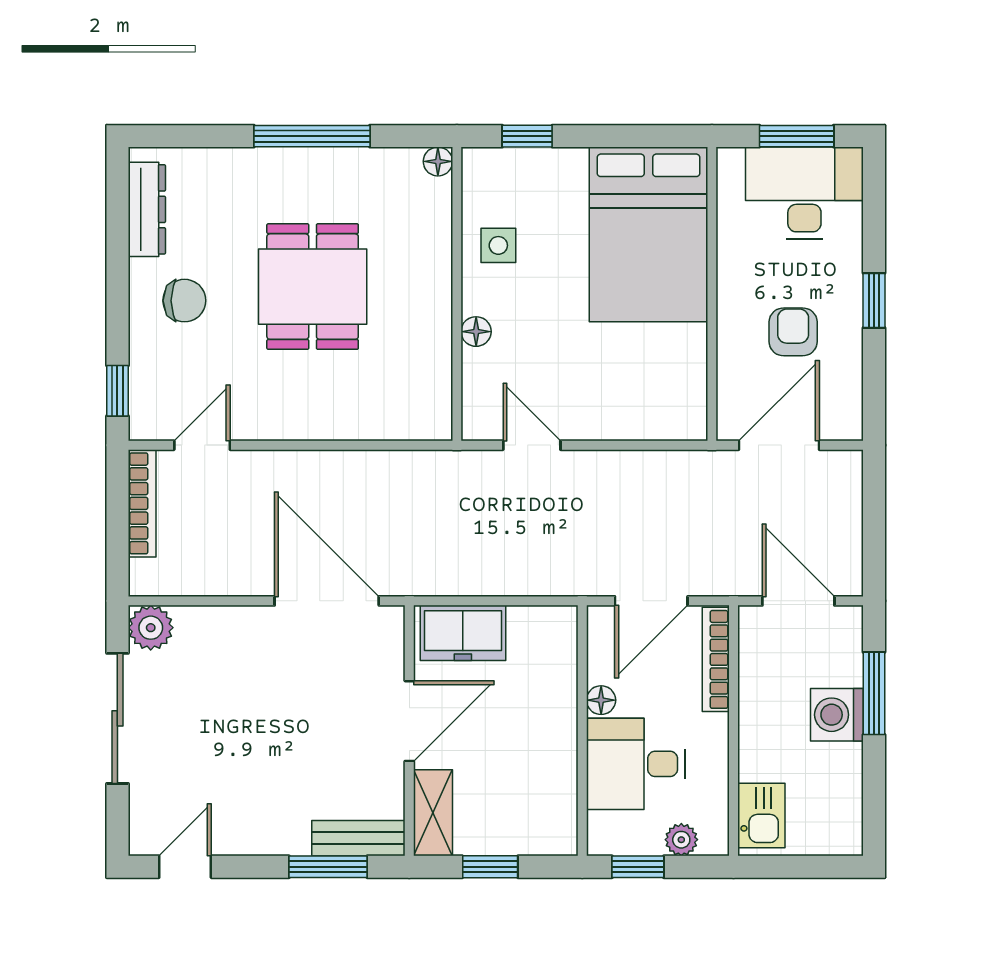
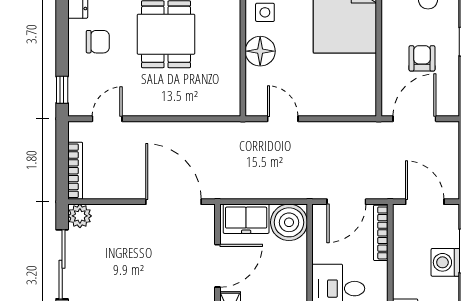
floor lamp: (476, 332) -> (260, 51), width x1.89, depth x1.89
bookcase: (142, 503) -> (75, 171), moved
boiler: (543, 640) -> (289, 222), added
floor lamp: (601, 700) -> (320, 255), removed

